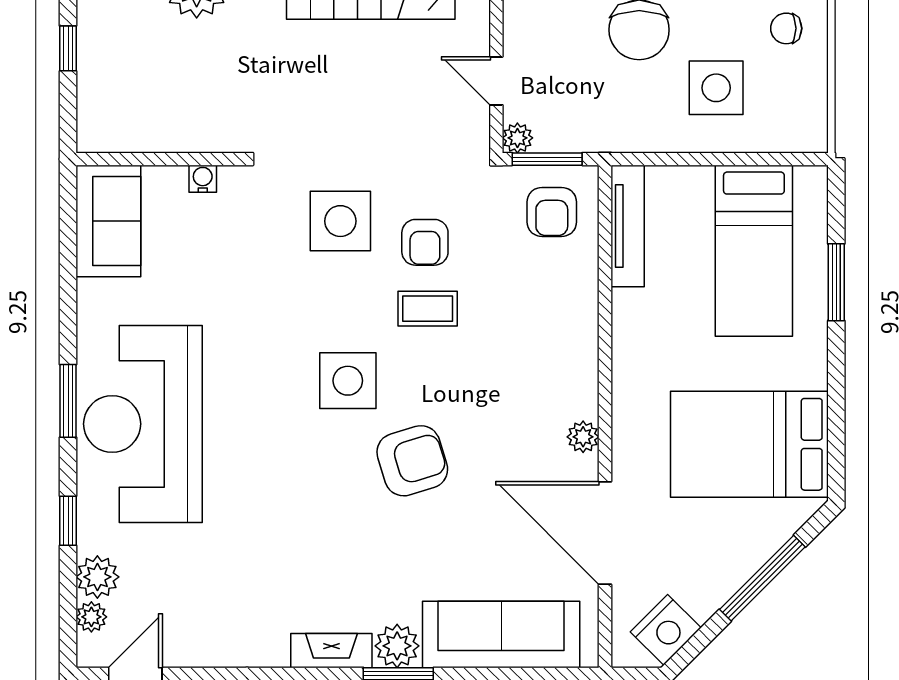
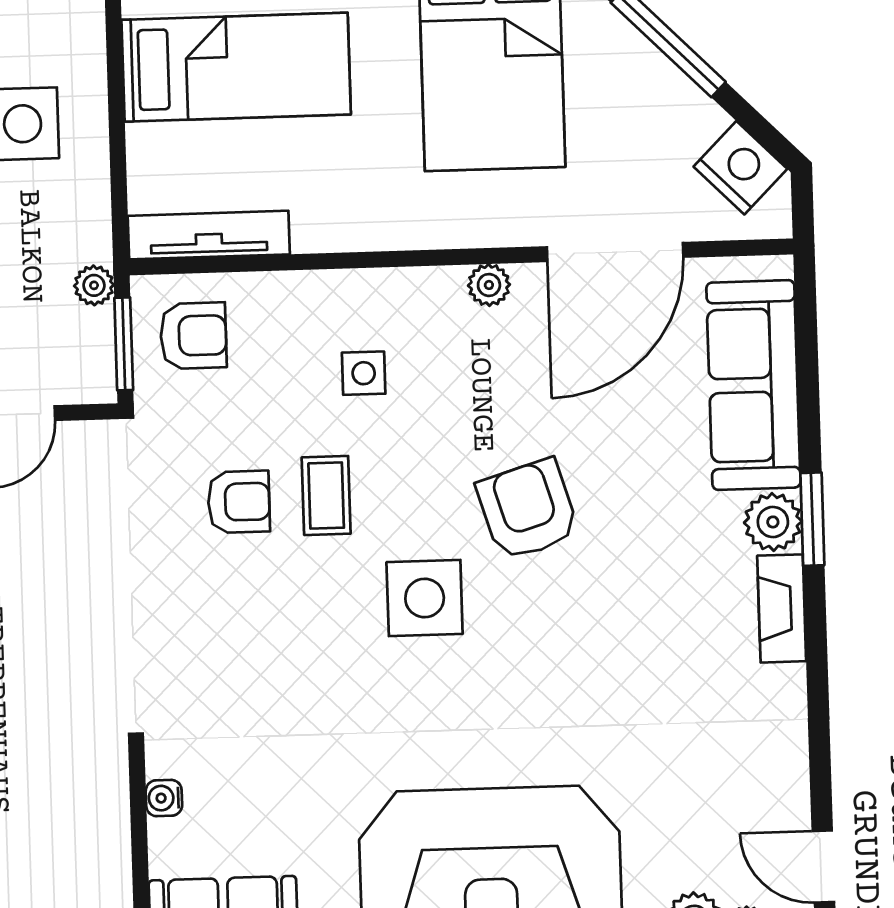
plant: (517, 138) -> (94, 285), moved
side table: (340, 221) -> (364, 373), moved, width x0.54, depth x0.54

